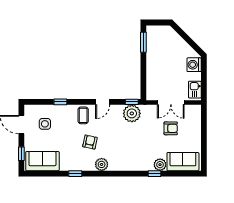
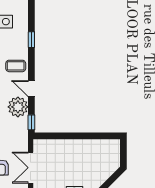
window: (143, 42) -> (100, 136), removed
plant: (132, 113) -> (18, 107), moved

